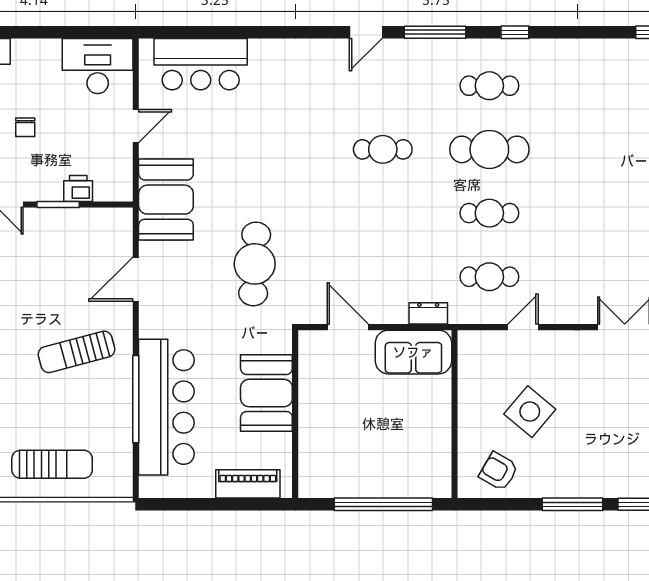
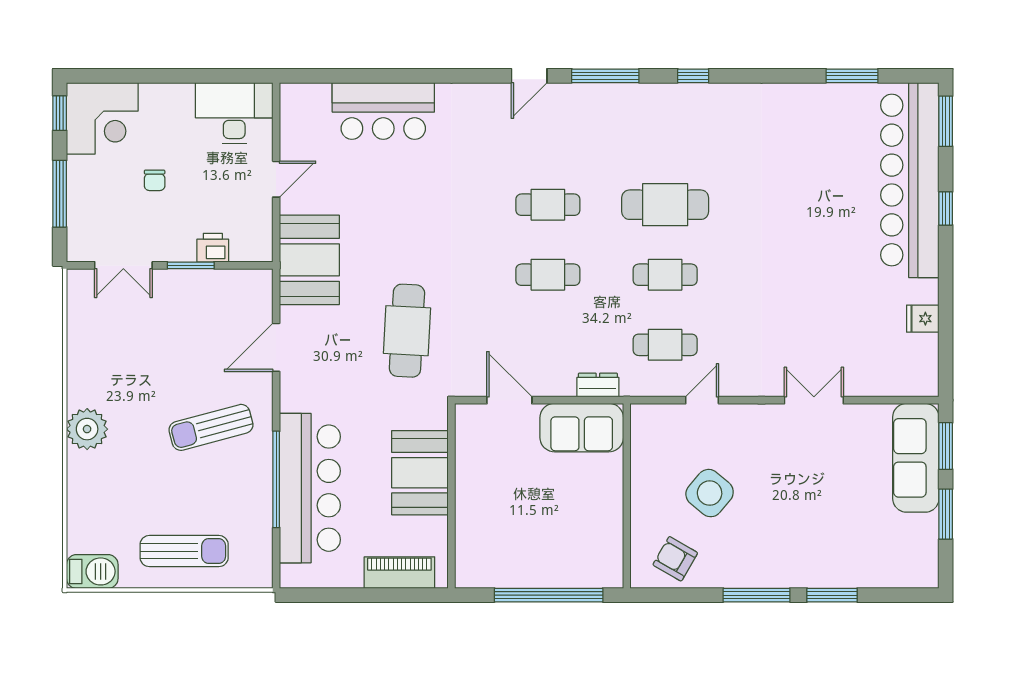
bar counter: (201, 64) -> (383, 111), moved
cafe table: (489, 86) -> (548, 275), moved

